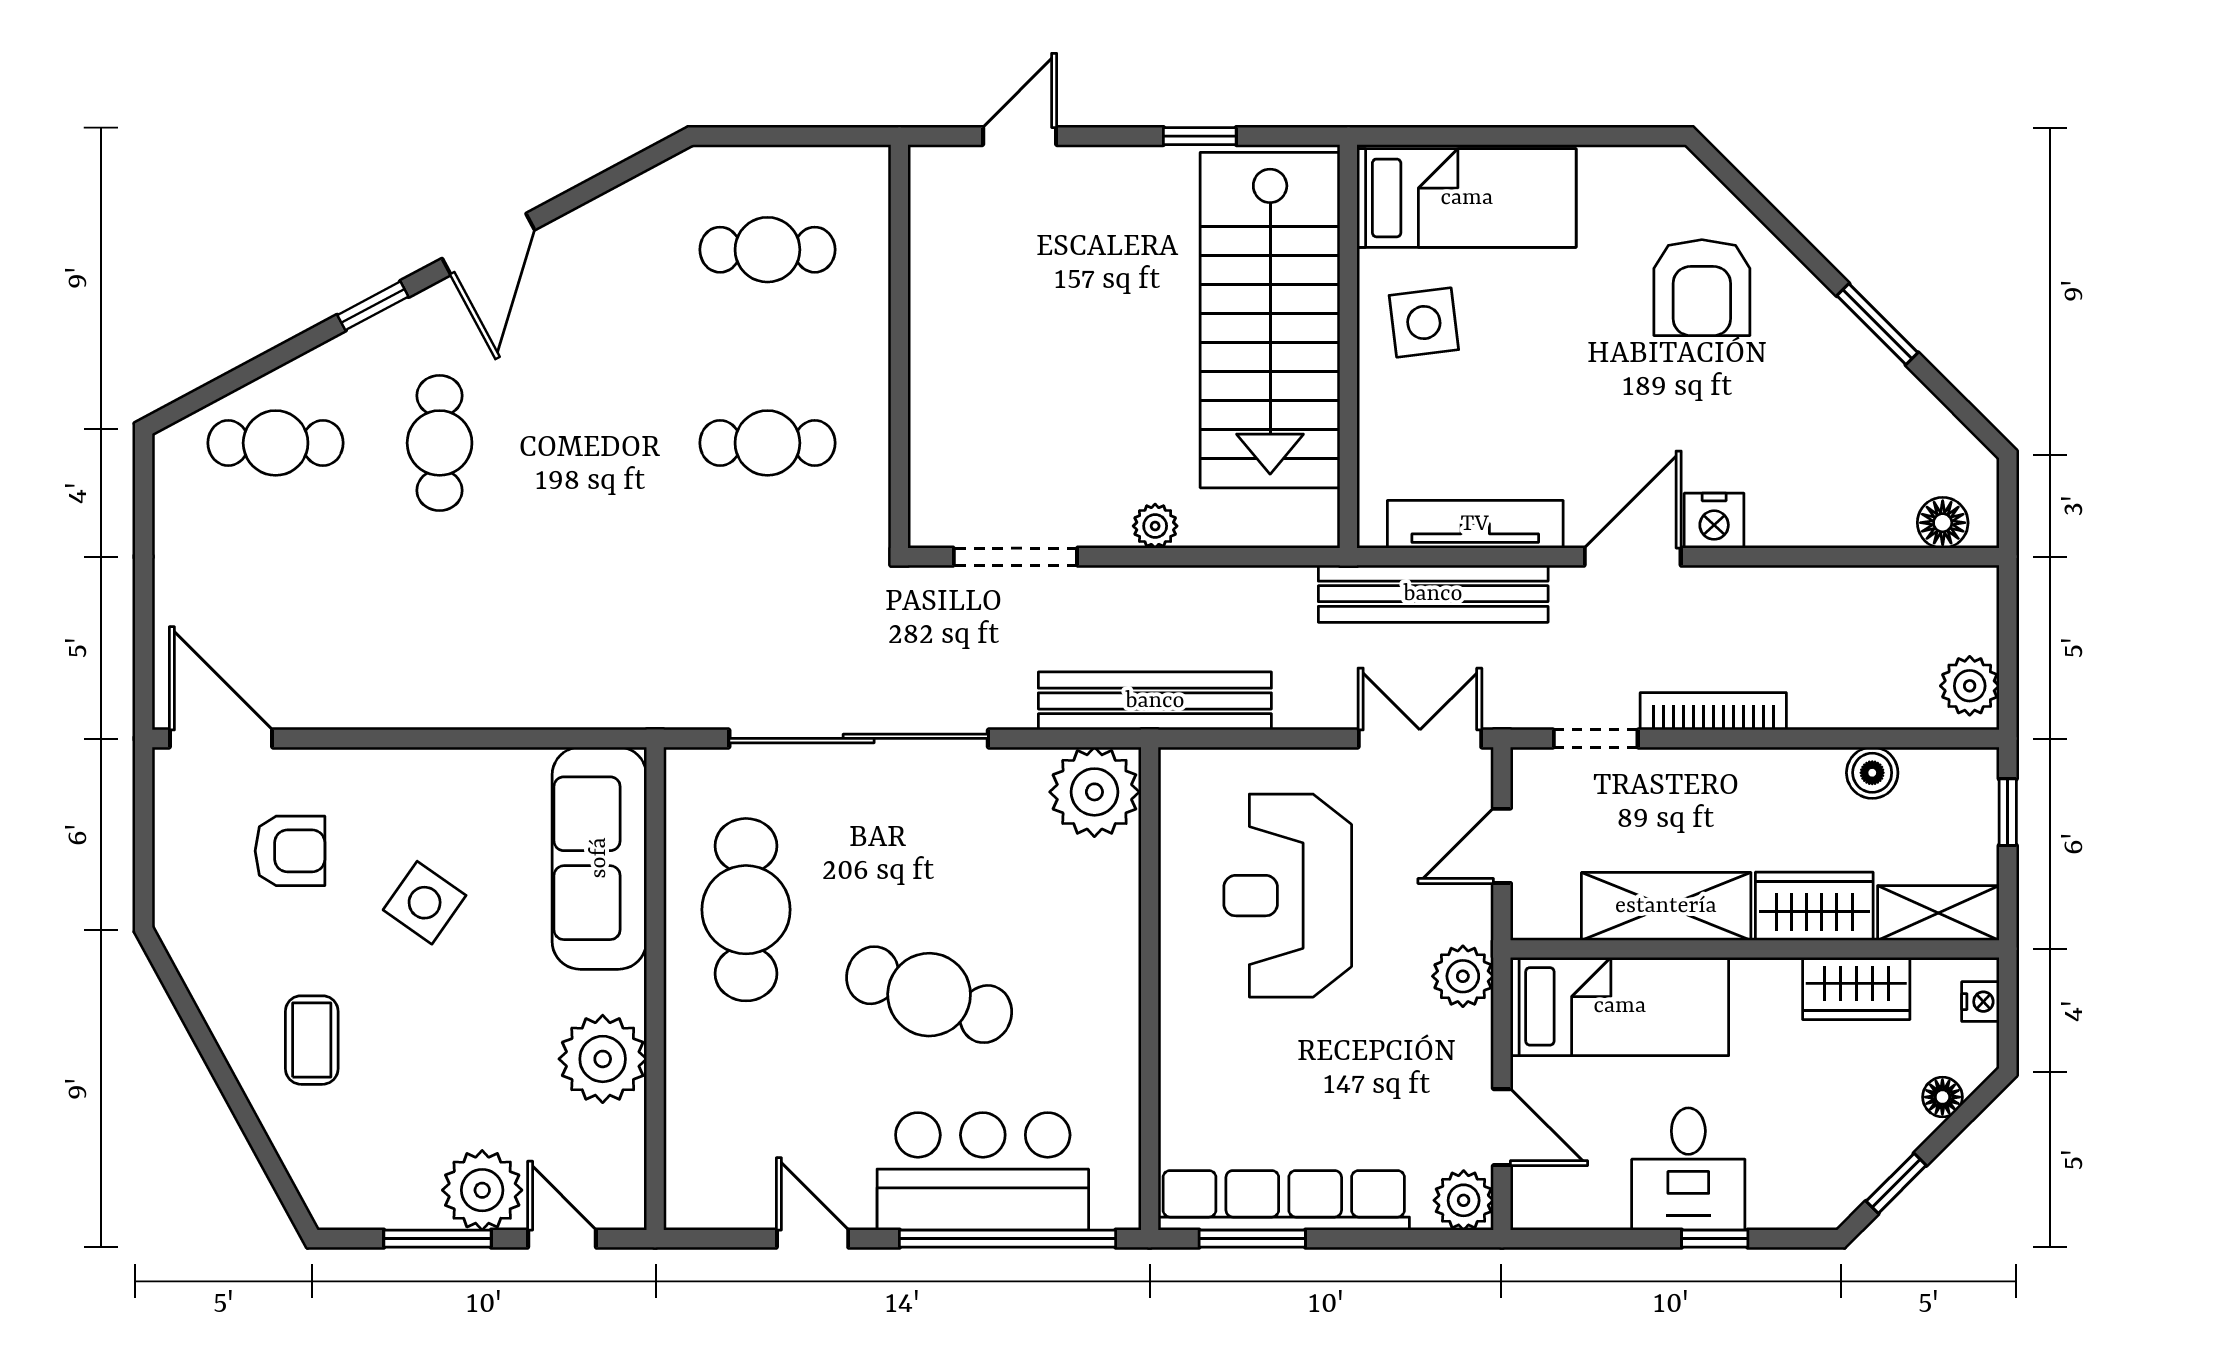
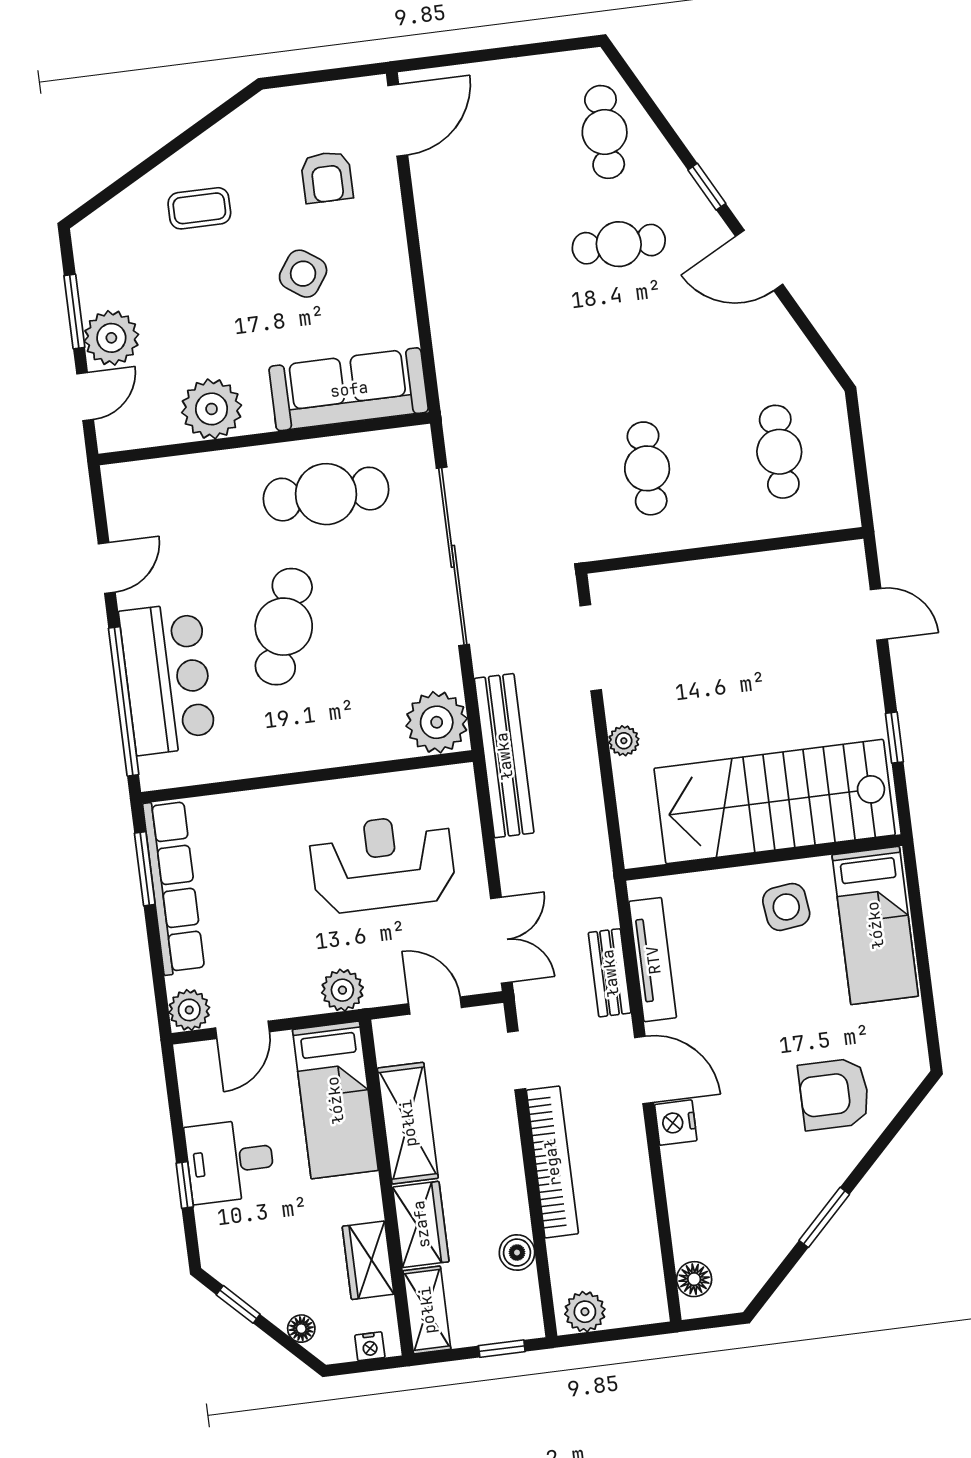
bench: (1433, 594) -> (610, 973), width x0.54, depth x0.82
bookcase: (1713, 711) -> (552, 1162), width x1.48, depth x1.31

